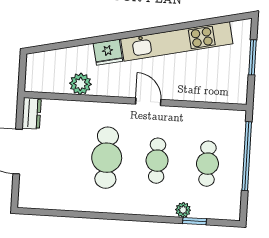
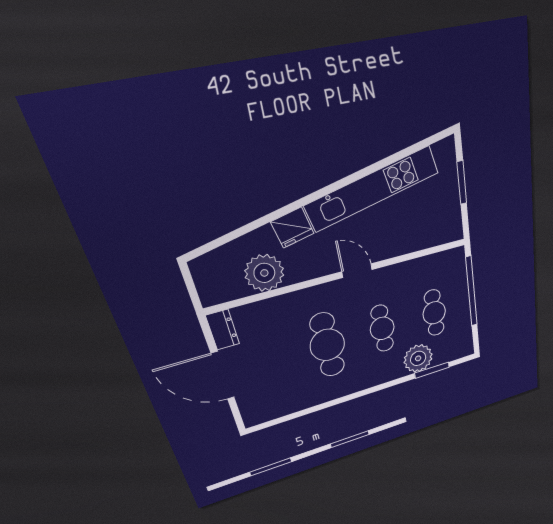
plant: (80, 84) -> (264, 273), width x1.36, depth x1.36
plant: (183, 210) -> (418, 358), width x1.87, depth x1.87
window: (194, 221) -> (432, 370), width x1.50

